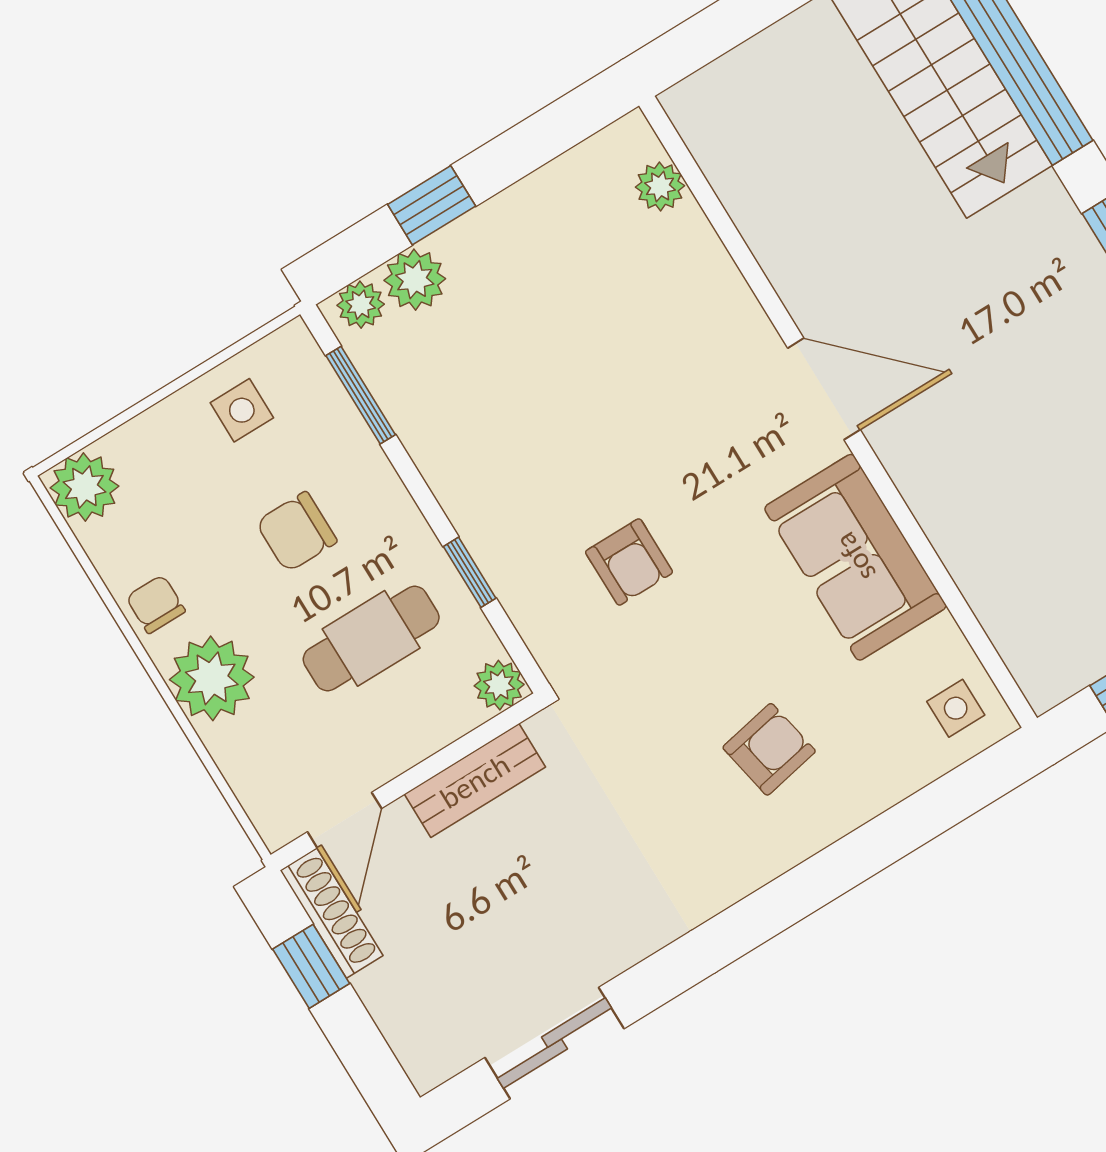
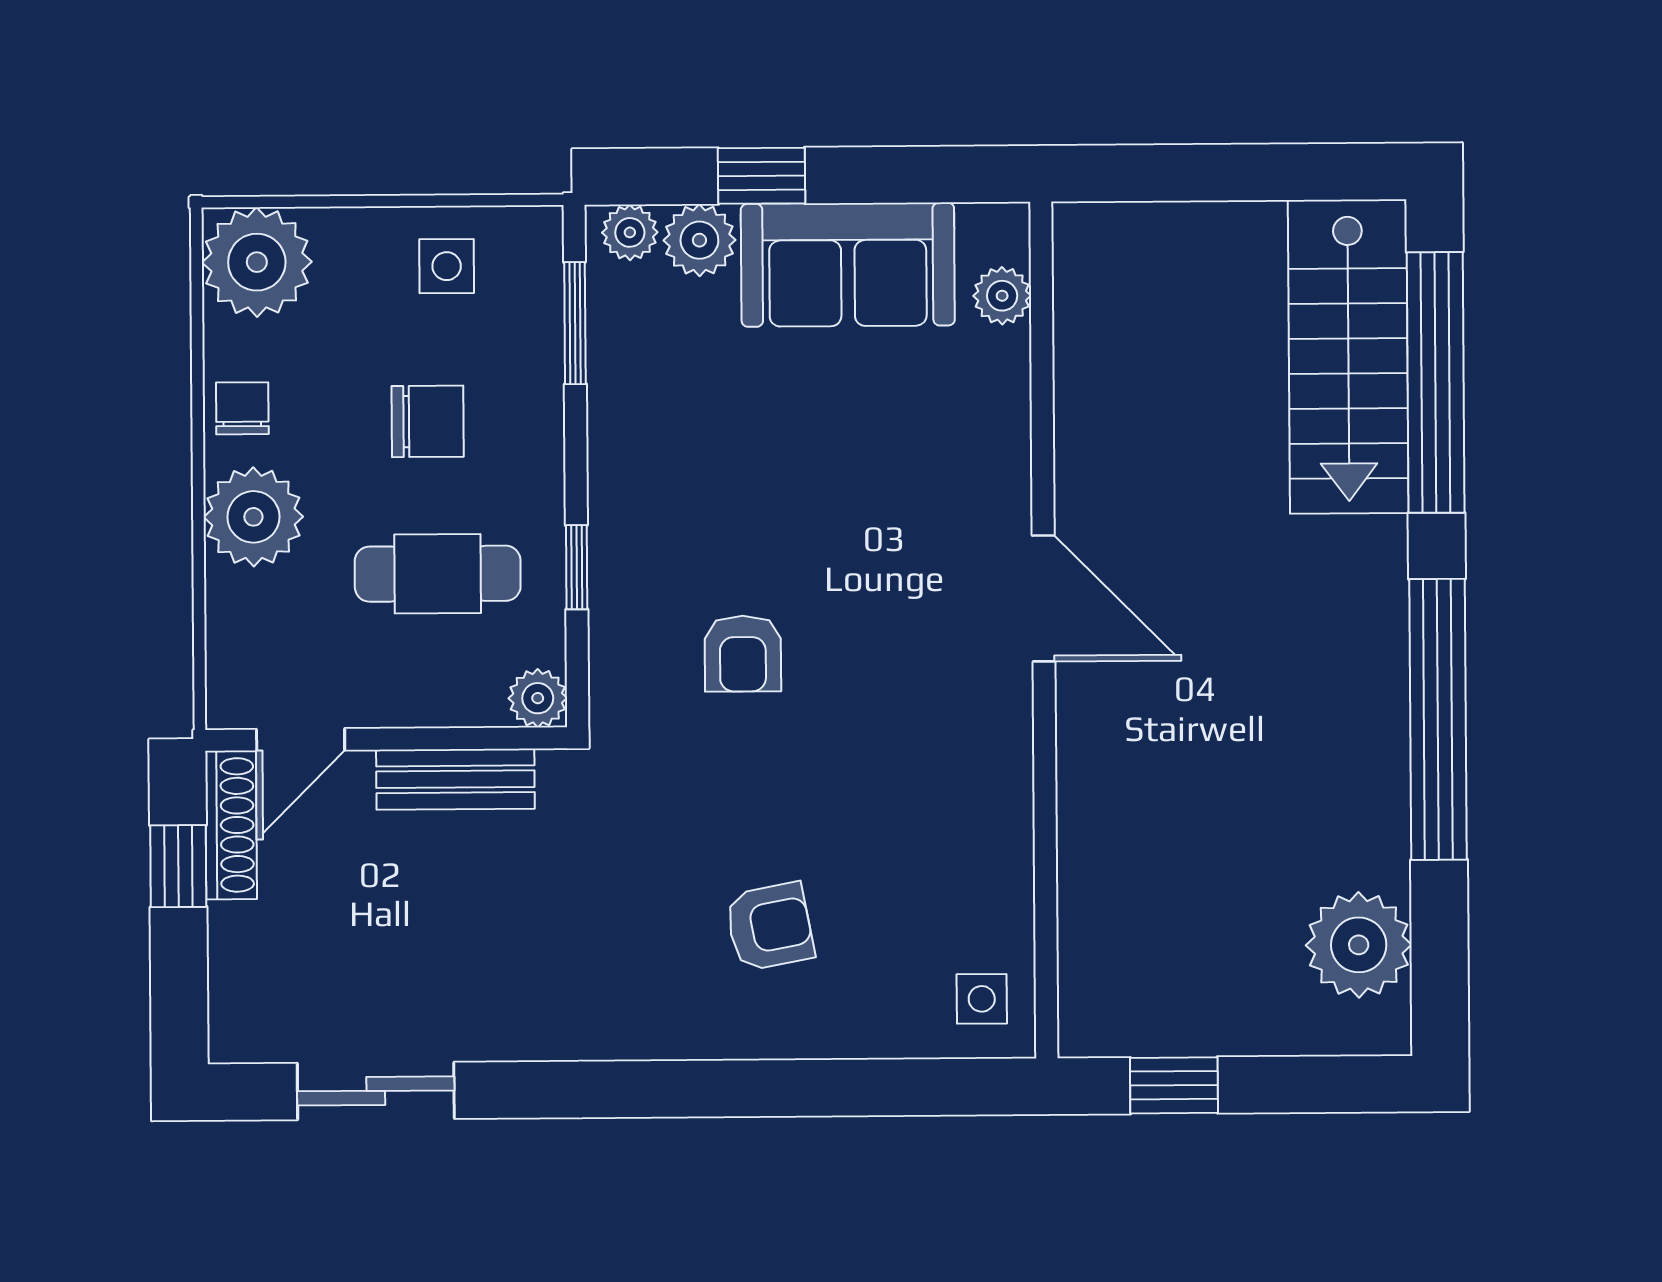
plant: (84, 487) -> (257, 262), width x1.36, depth x1.36
chair: (297, 532) -> (428, 421), turned 180
sofa: (855, 557) -> (848, 265), moved, turned -90

